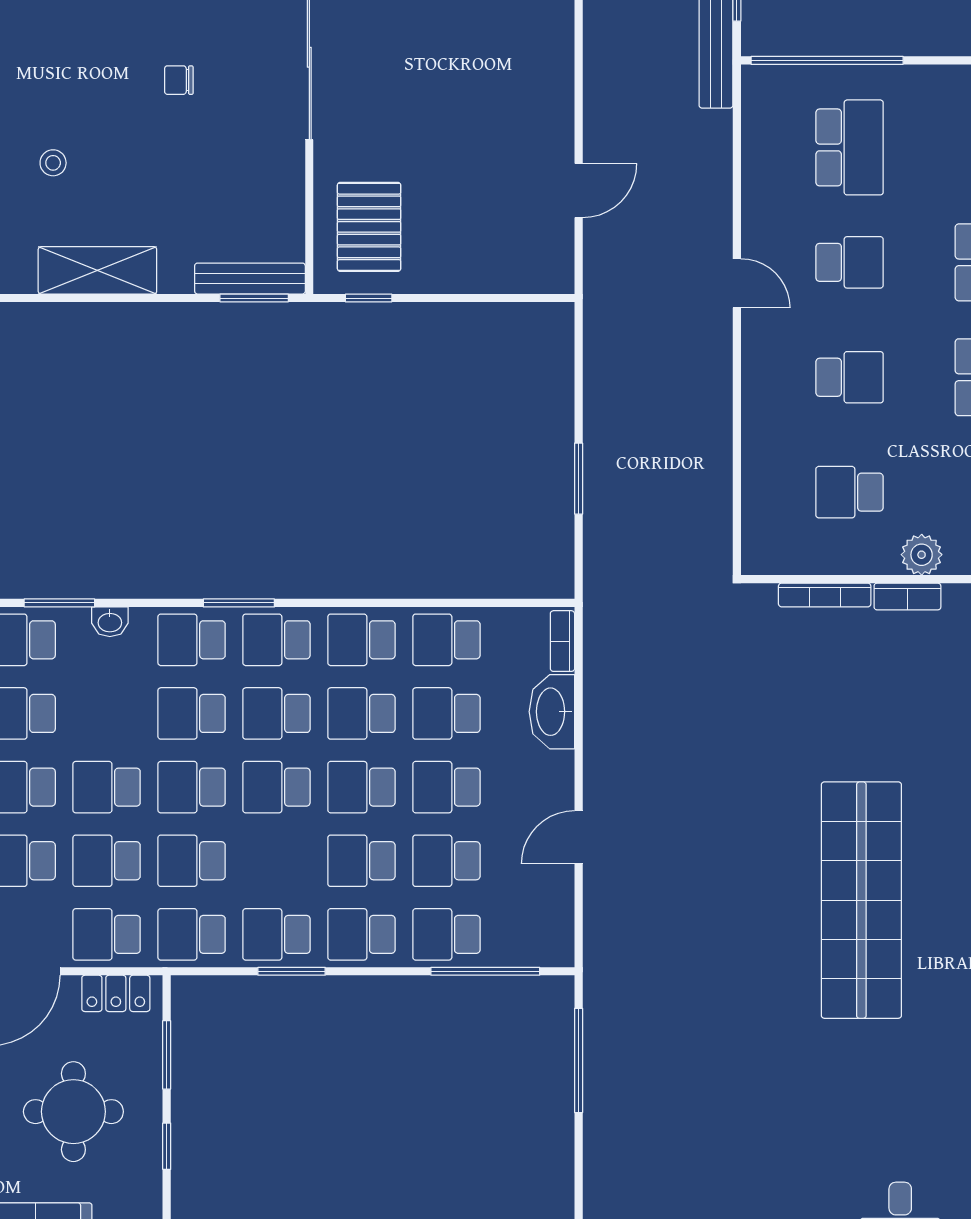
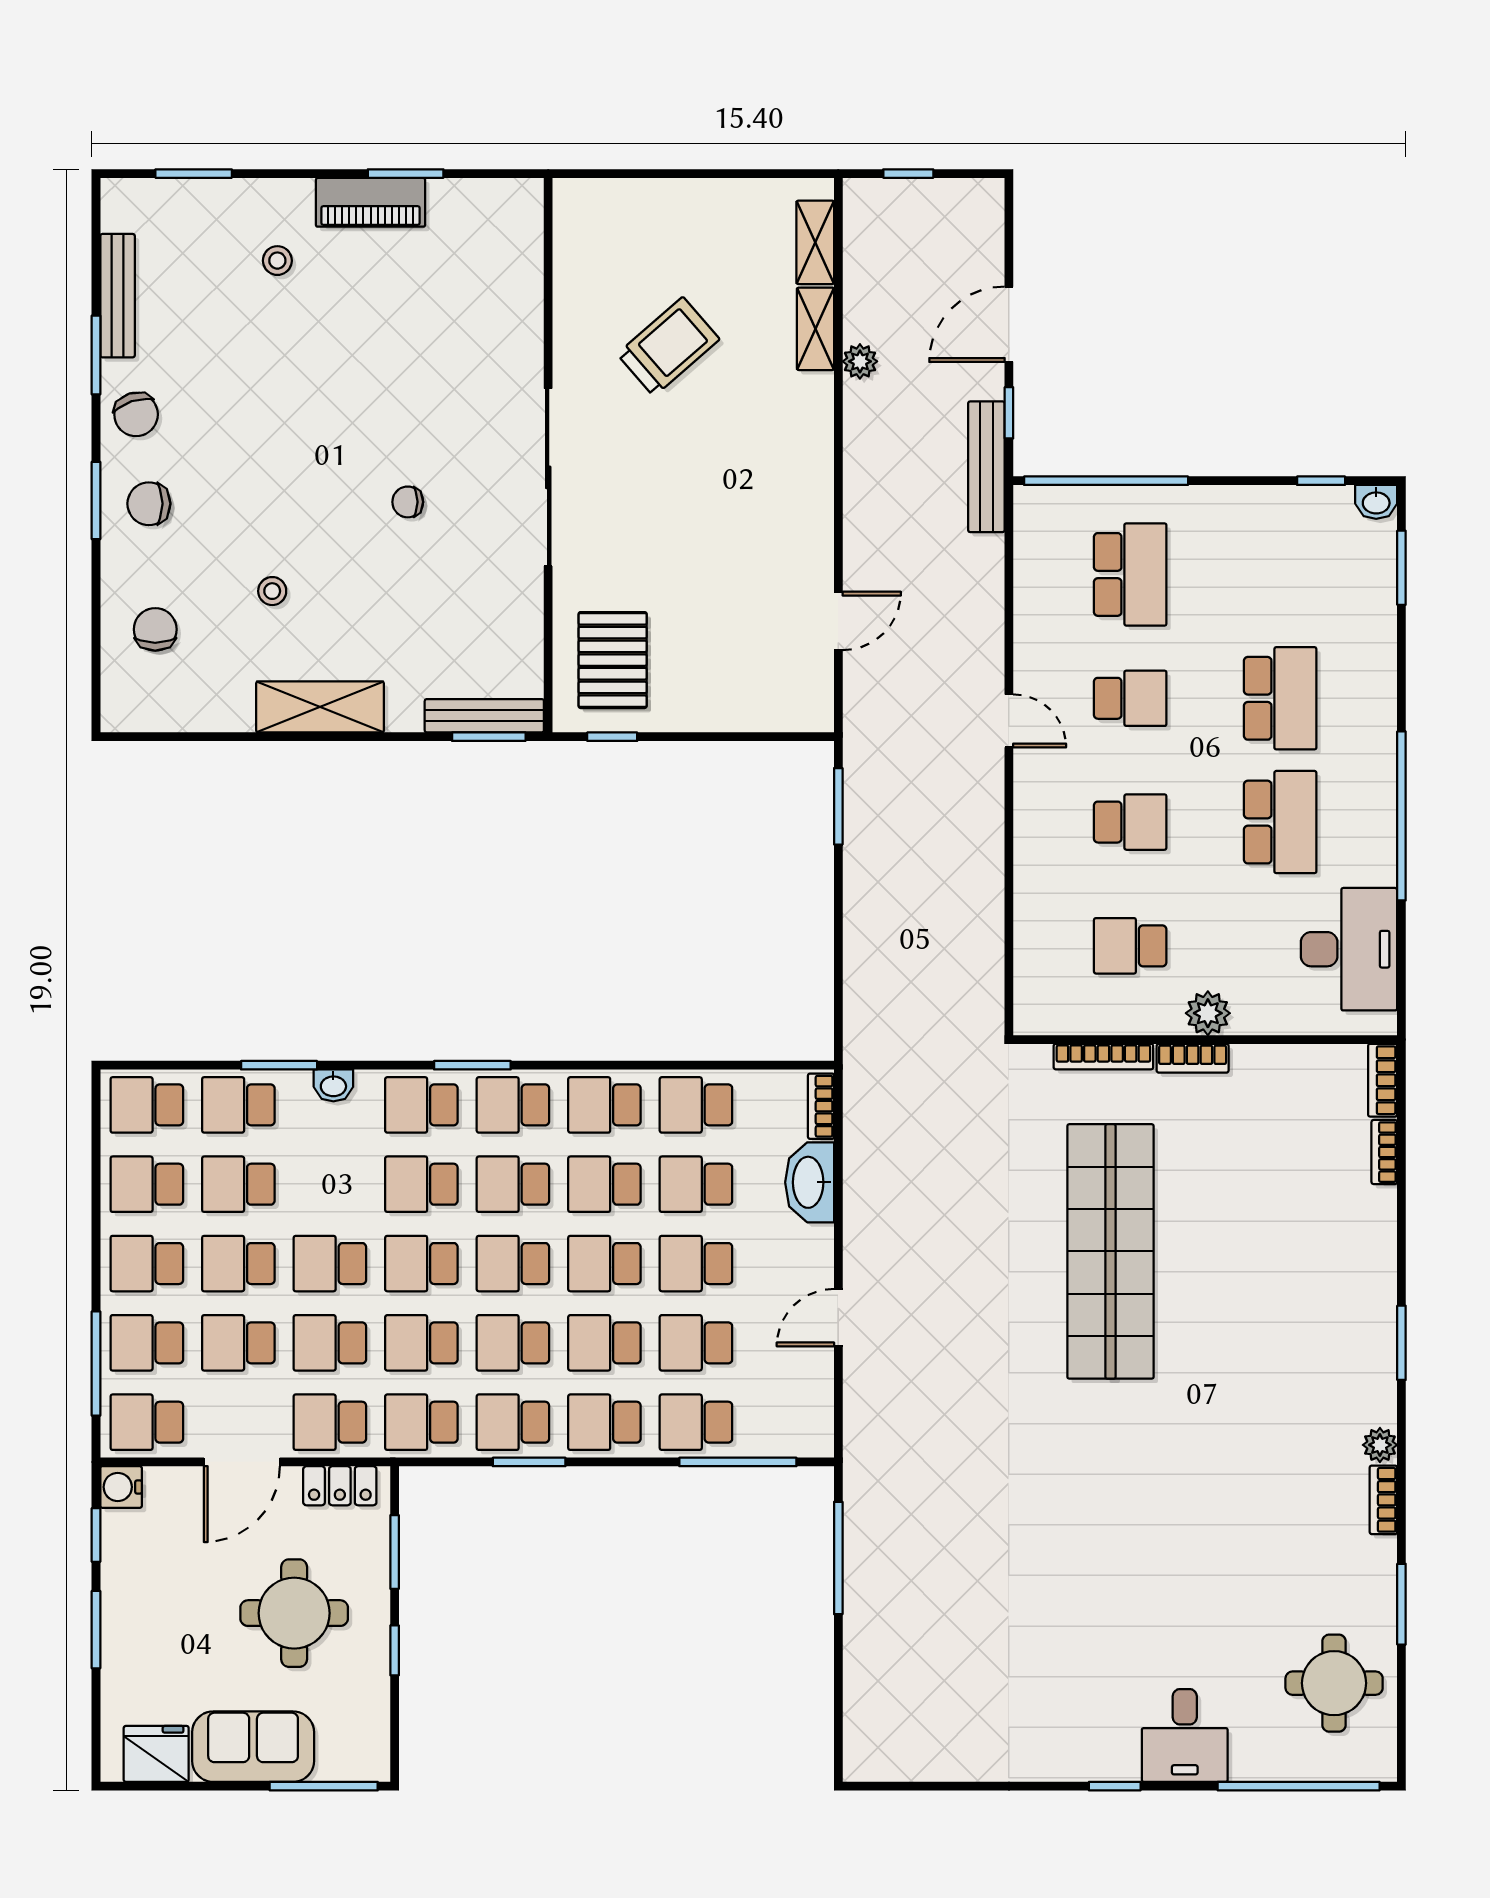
window: (579, 479) -> (838, 806), moved
school desk: (276, 861) -> (513, 1343), added
shop shelf: (861, 900) -> (1110, 1251), moved

